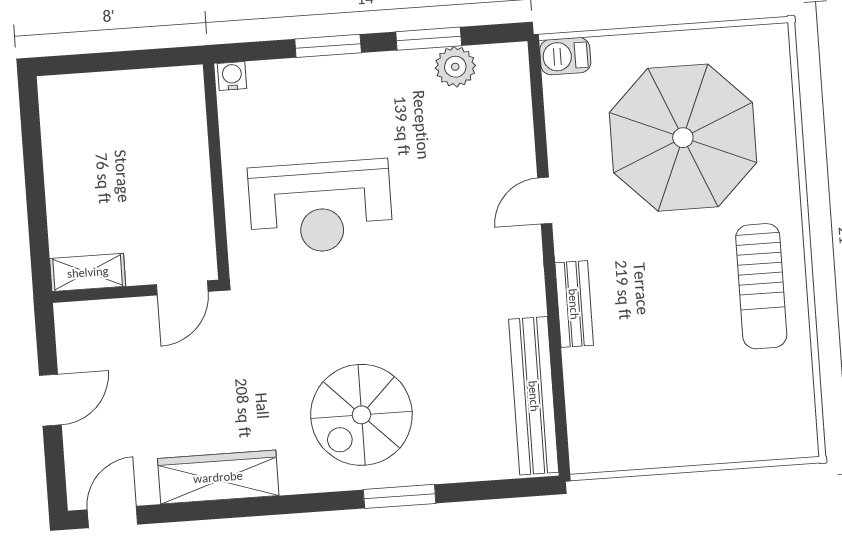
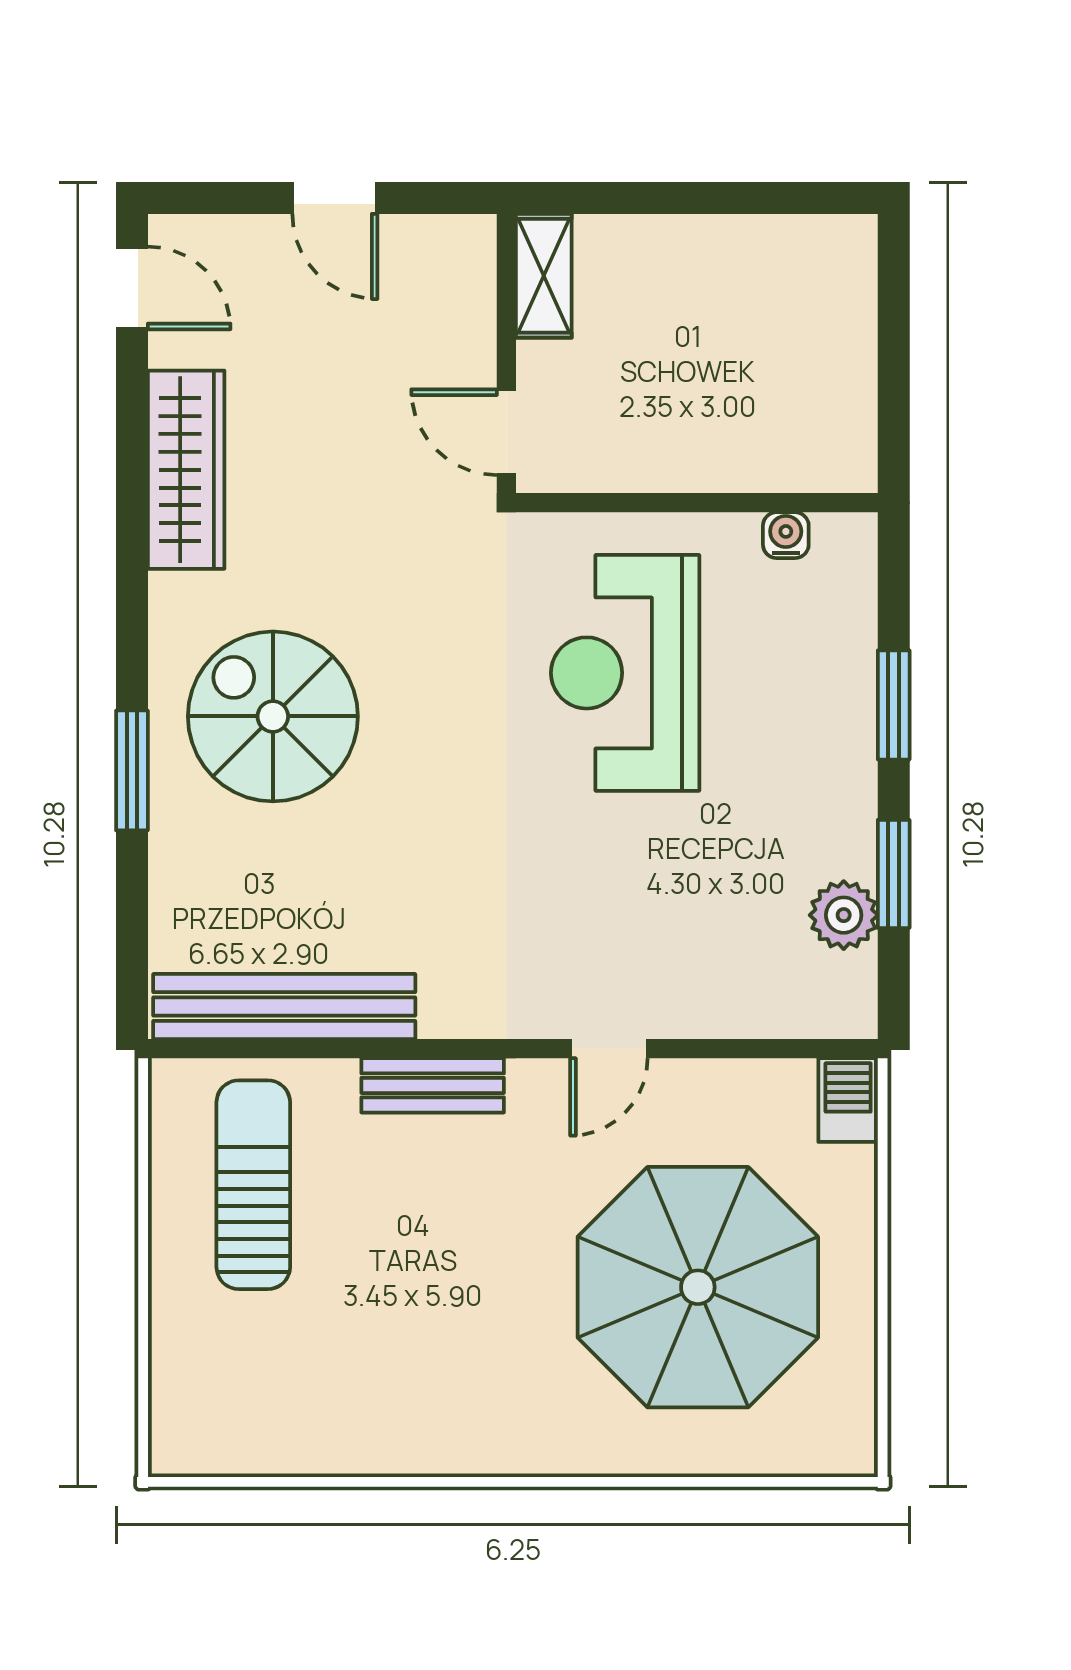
water cooler: (232, 76) -> (786, 535), moved, turned -90
door: (545, 201) -> (609, 1049), swing flipped
sun lounger: (761, 286) -> (253, 1185), moved, turned 90

